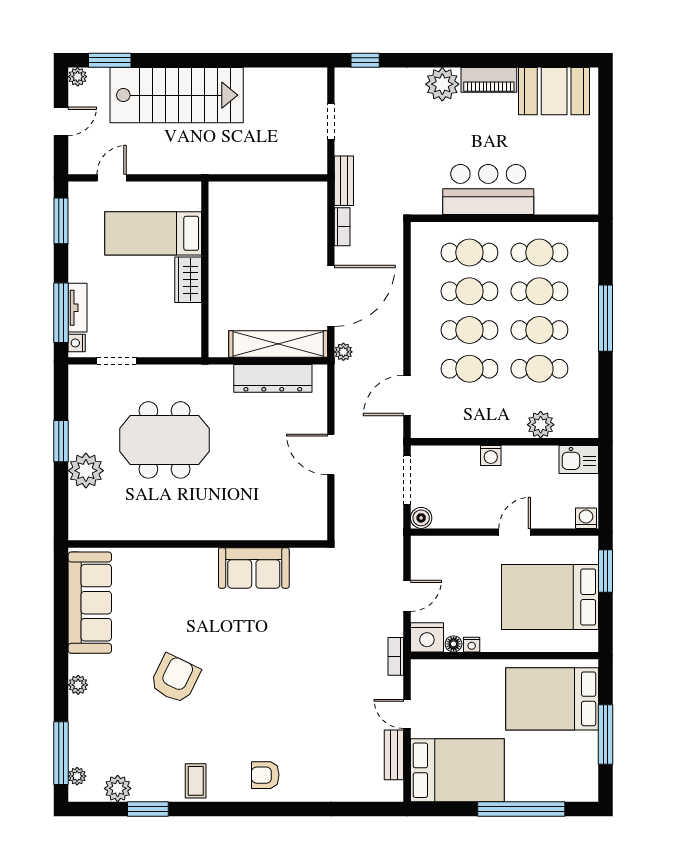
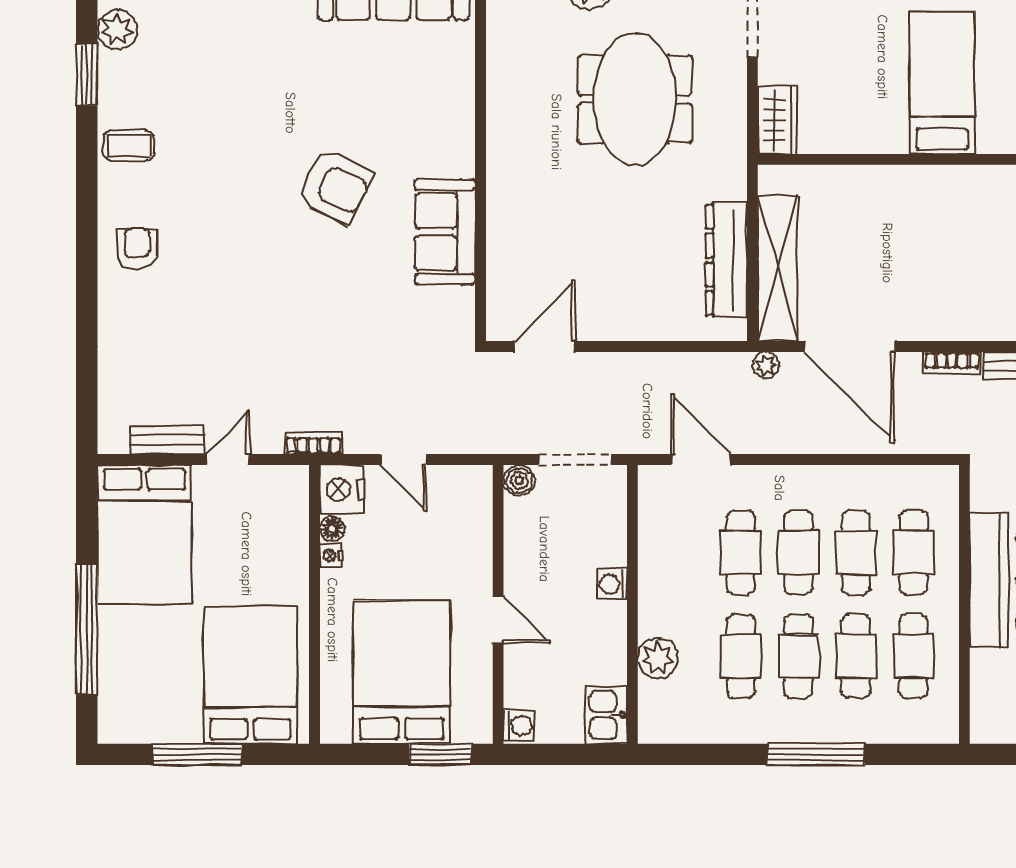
wardrobe: (188, 280) -> (777, 120), moved, turned 90
door: (331, 454) -> (545, 346), moved
armchair: (175, 679) -> (335, 186), moved

